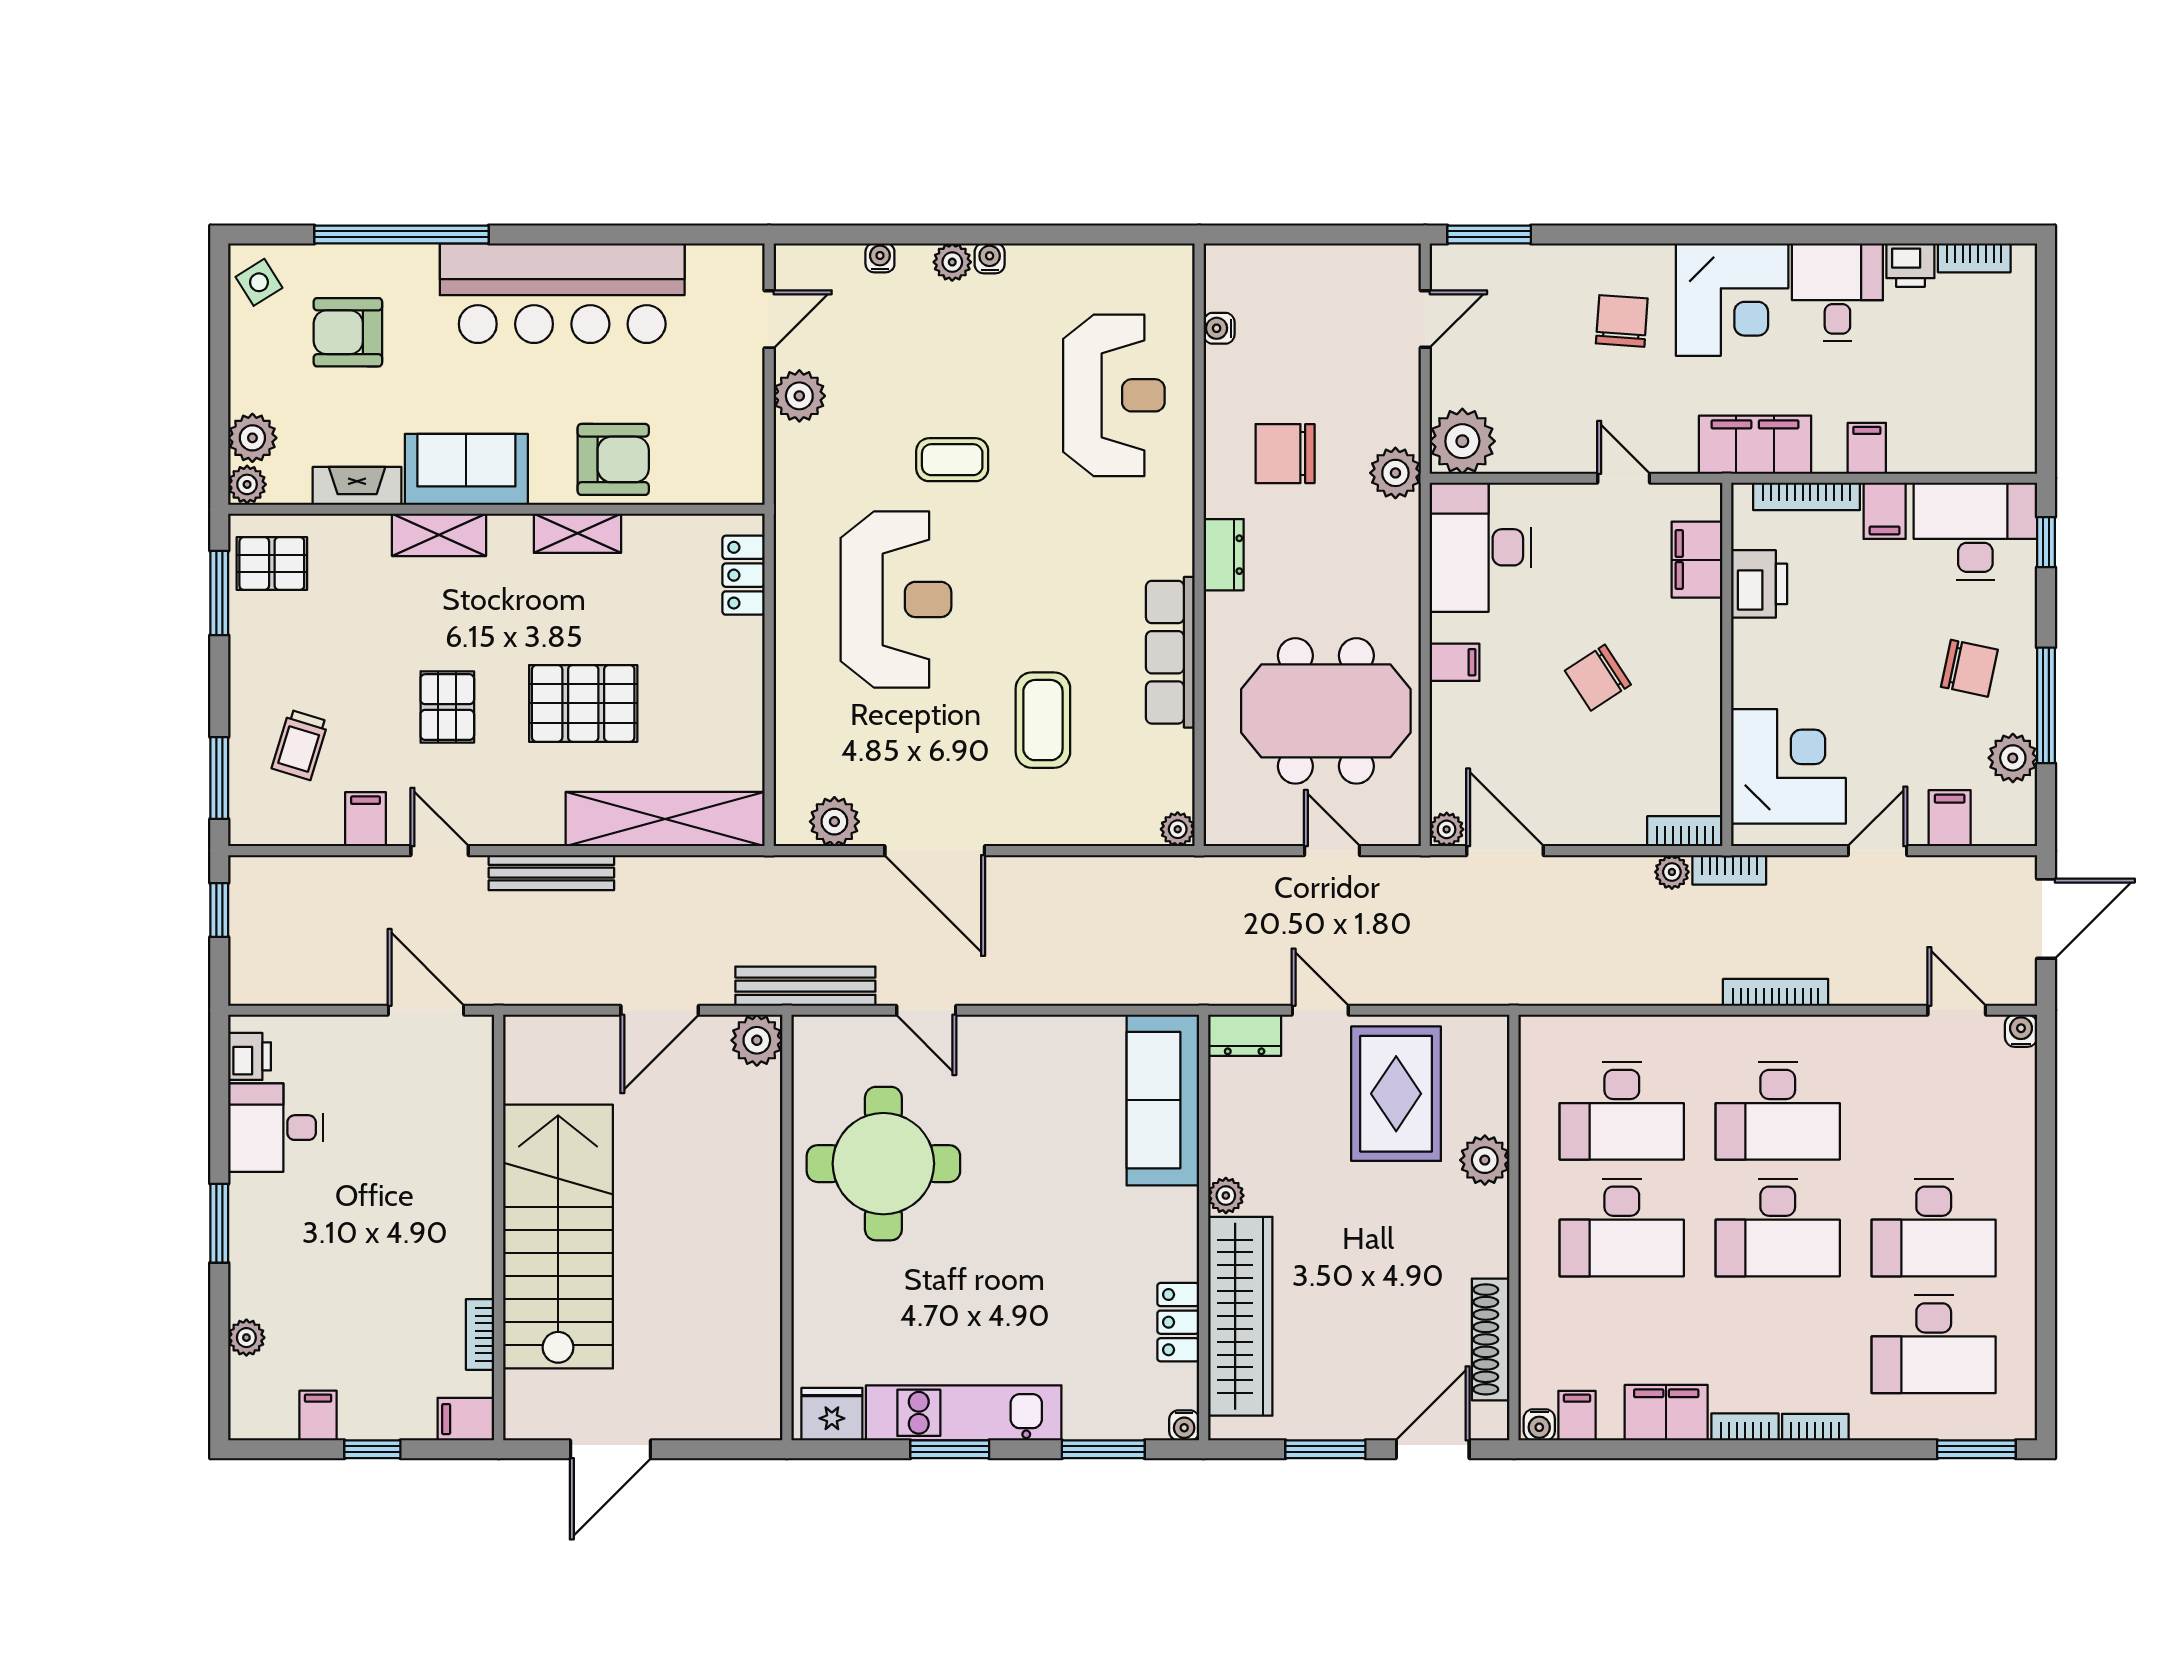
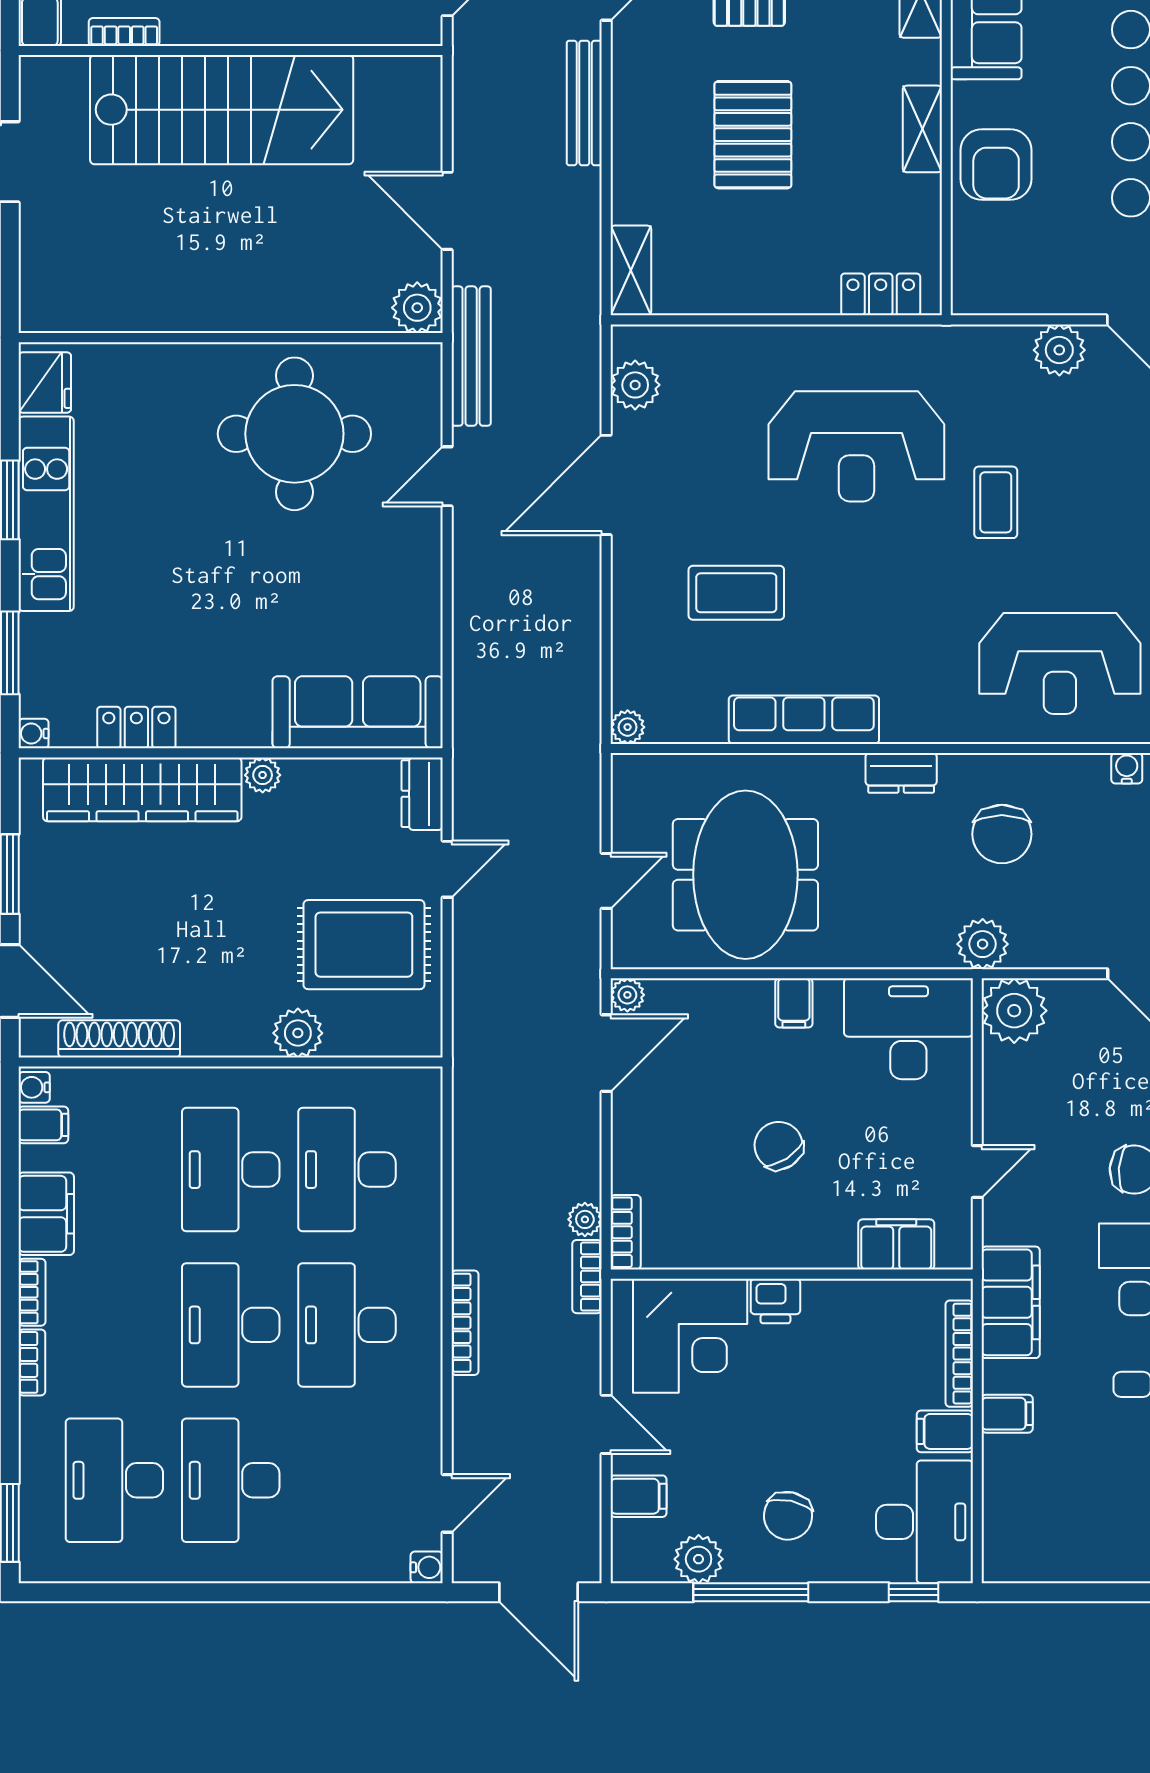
chair: (1285, 454) -> (1002, 834), turned 180
printer: (1759, 584) -> (775, 1301), moved, width x0.73, depth x0.81
shelving: (665, 819) -> (631, 270), width x0.45, depth x0.75

